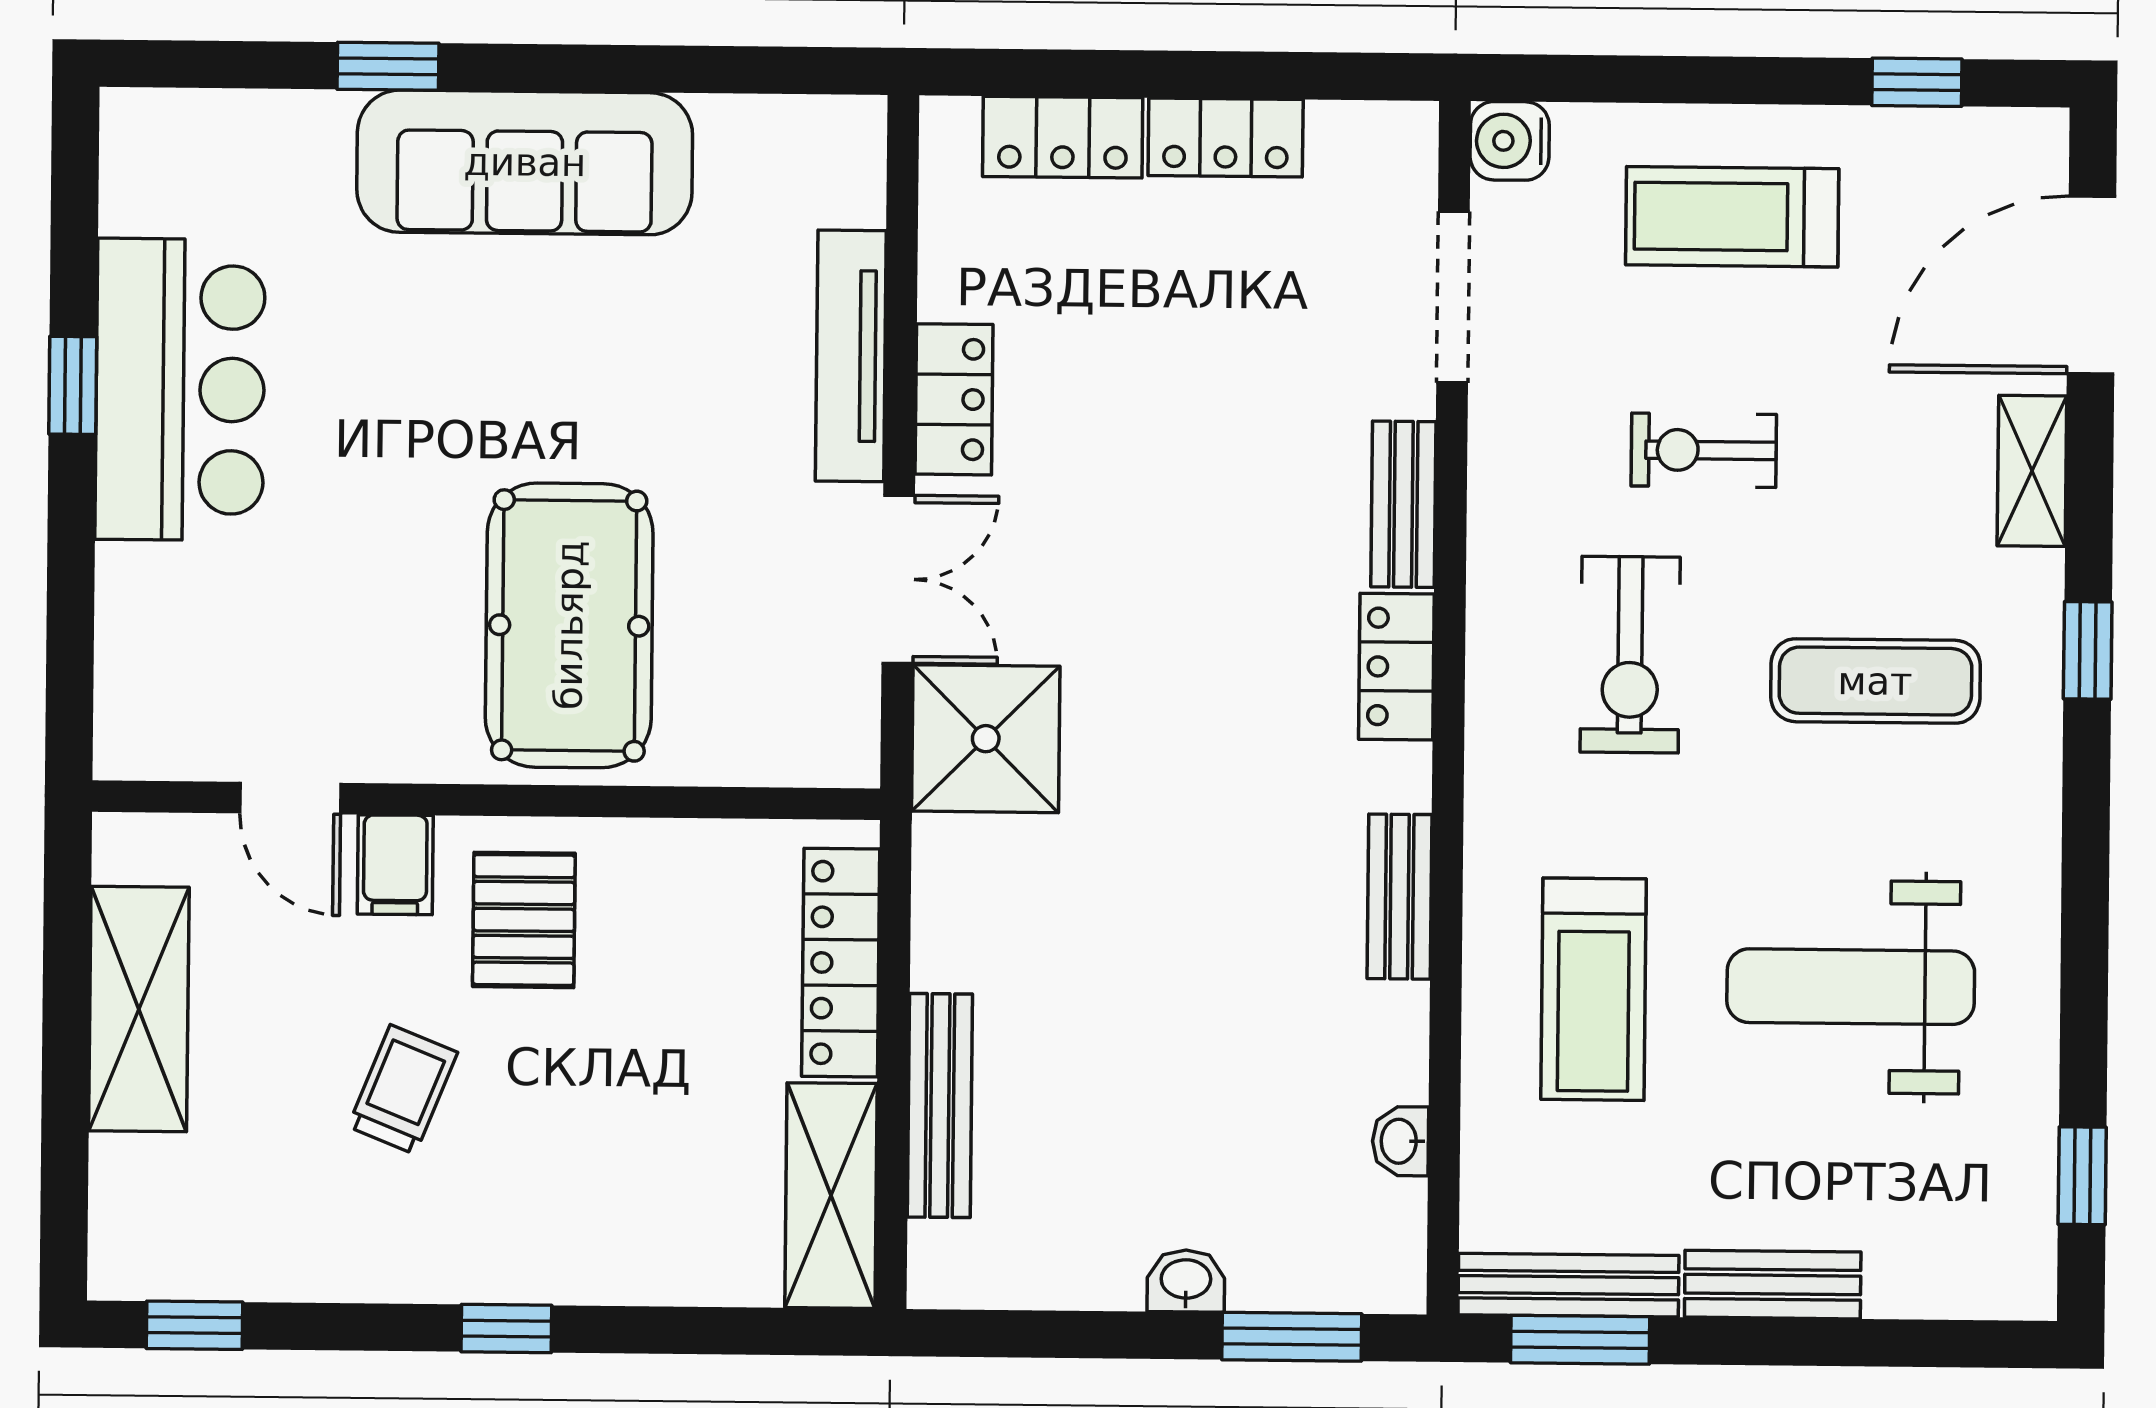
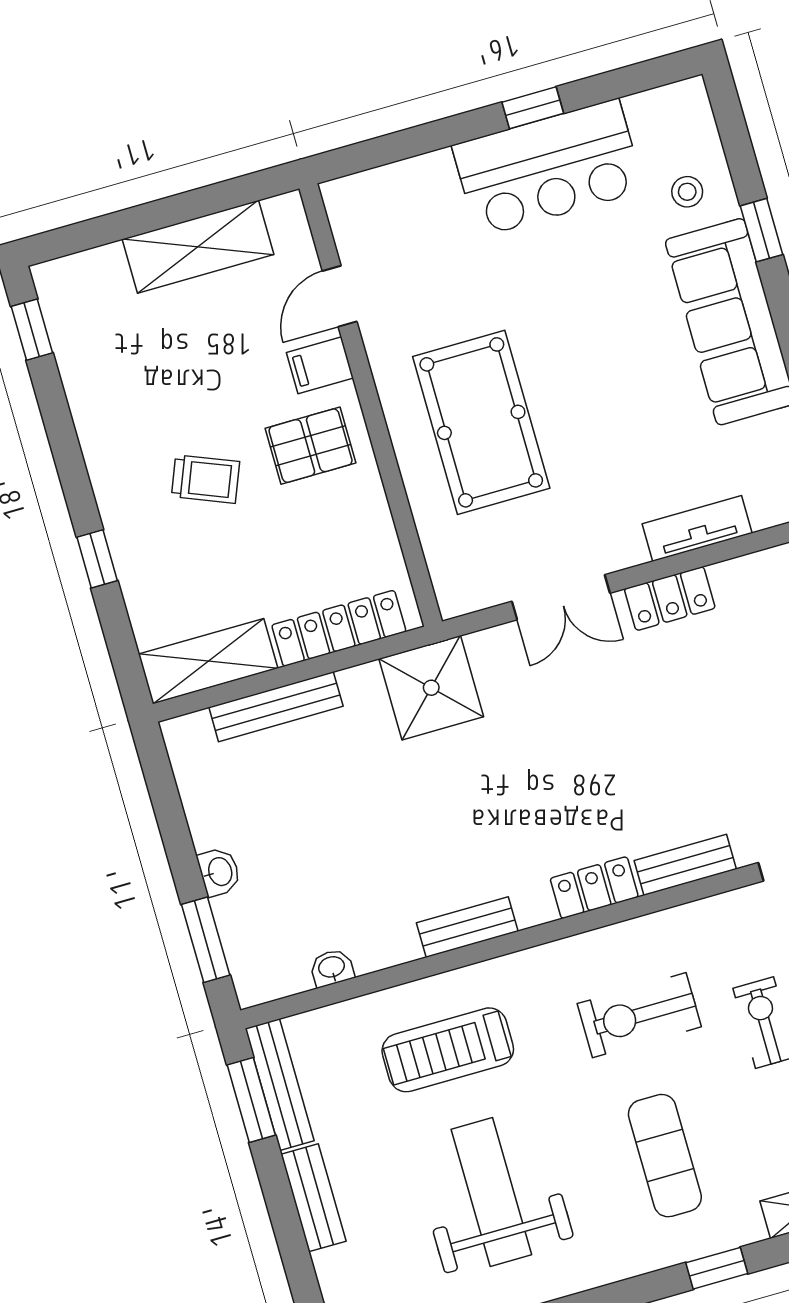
stool: (288, 170) -> (687, 192), added
tv unit: (851, 356) -> (697, 528), width x0.71
pool table: (569, 625) -> (481, 422), turned 90
shower: (986, 739) -> (431, 688), moved
trolley: (403, 1089) -> (205, 479), moved
window: (506, 1328) -> (97, 559), moved

